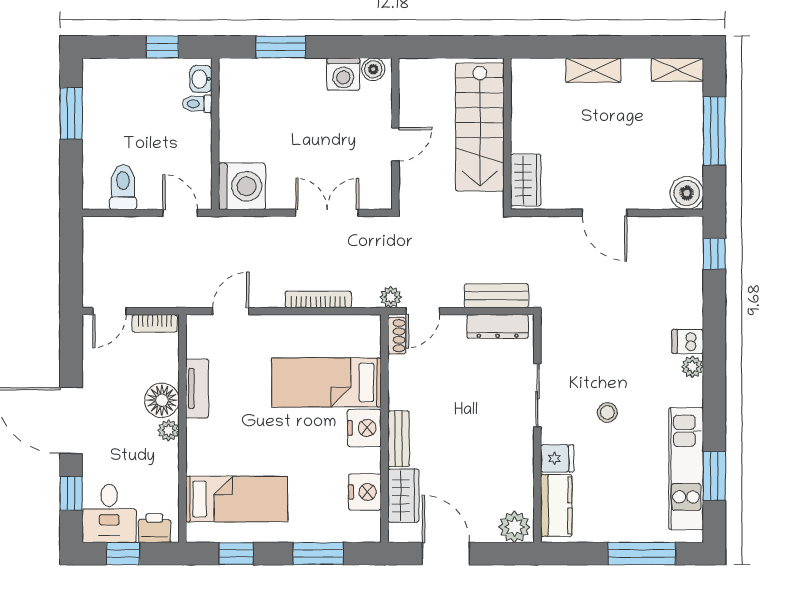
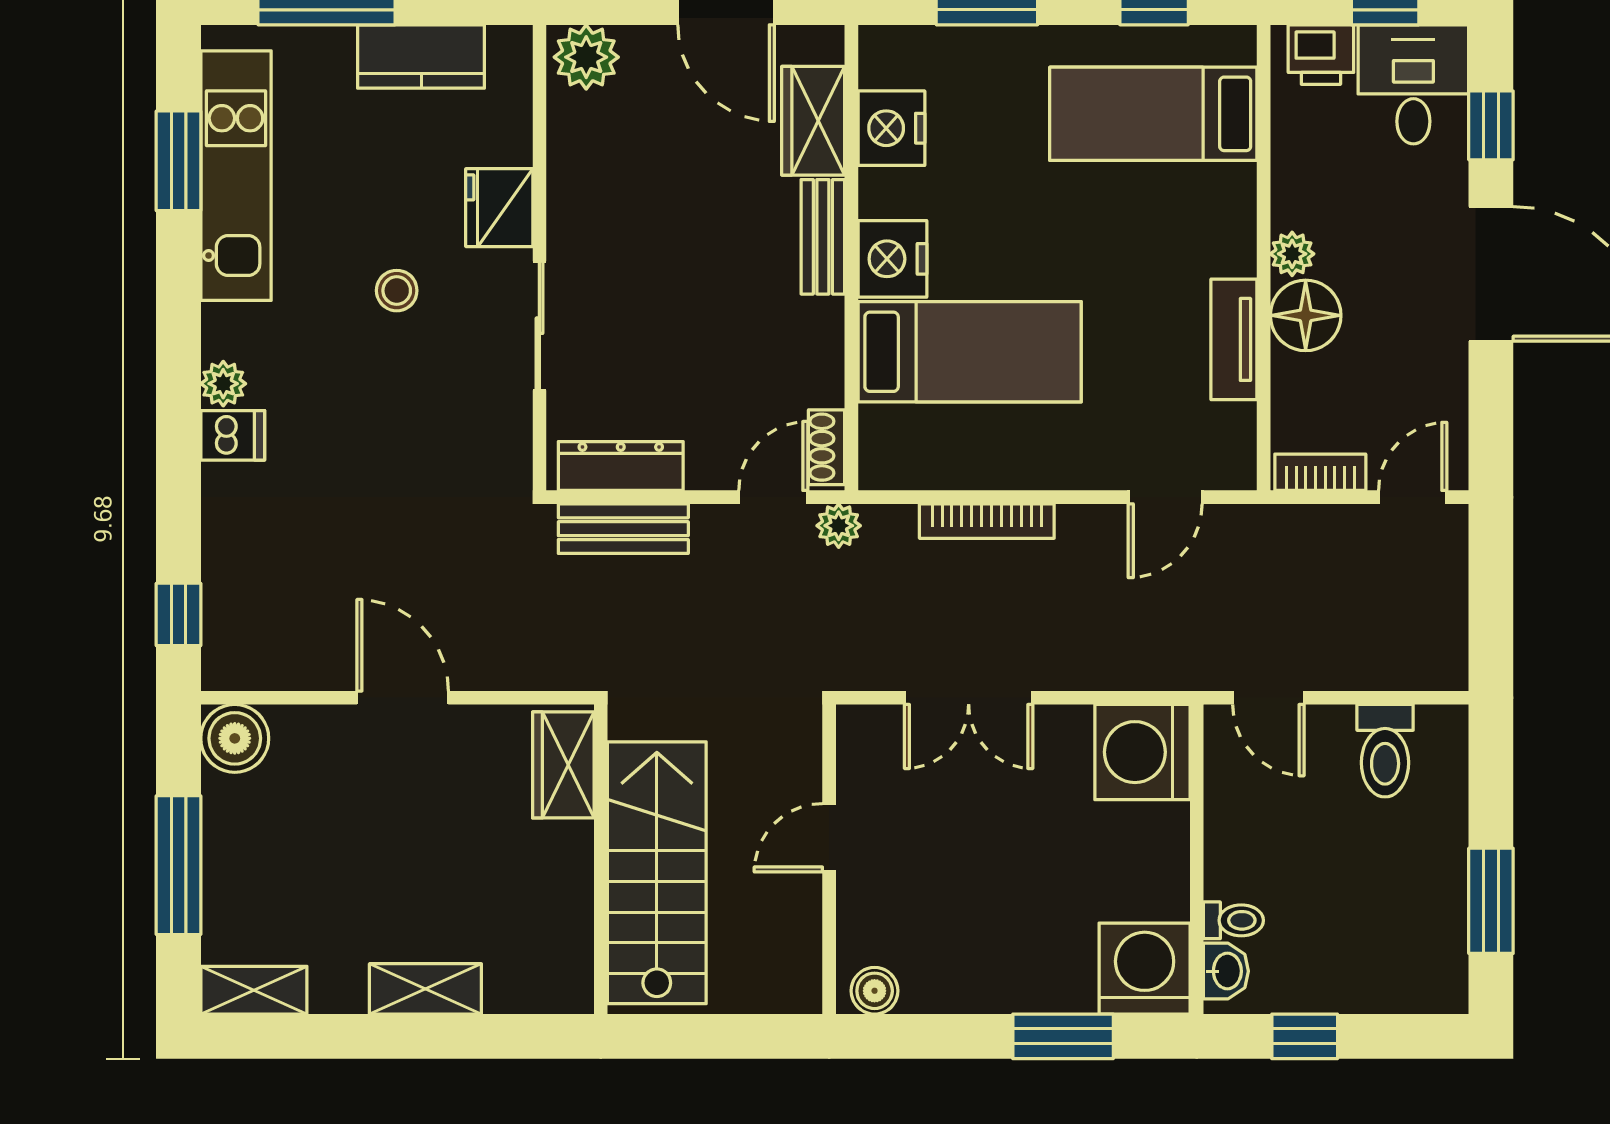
washing machine: (343, 74) -> (1145, 969), moved, width x1.37, depth x1.37
fridge: (557, 458) -> (499, 208), width x1.38
kitchen counter: (556, 505) -> (421, 57), moved, turned -90

